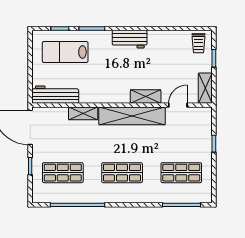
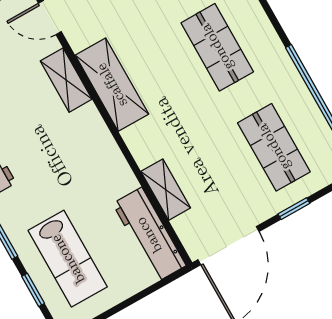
shelving: (83, 113) -> (166, 190), moved
shelving: (132, 116) -> (112, 85), width x0.68

